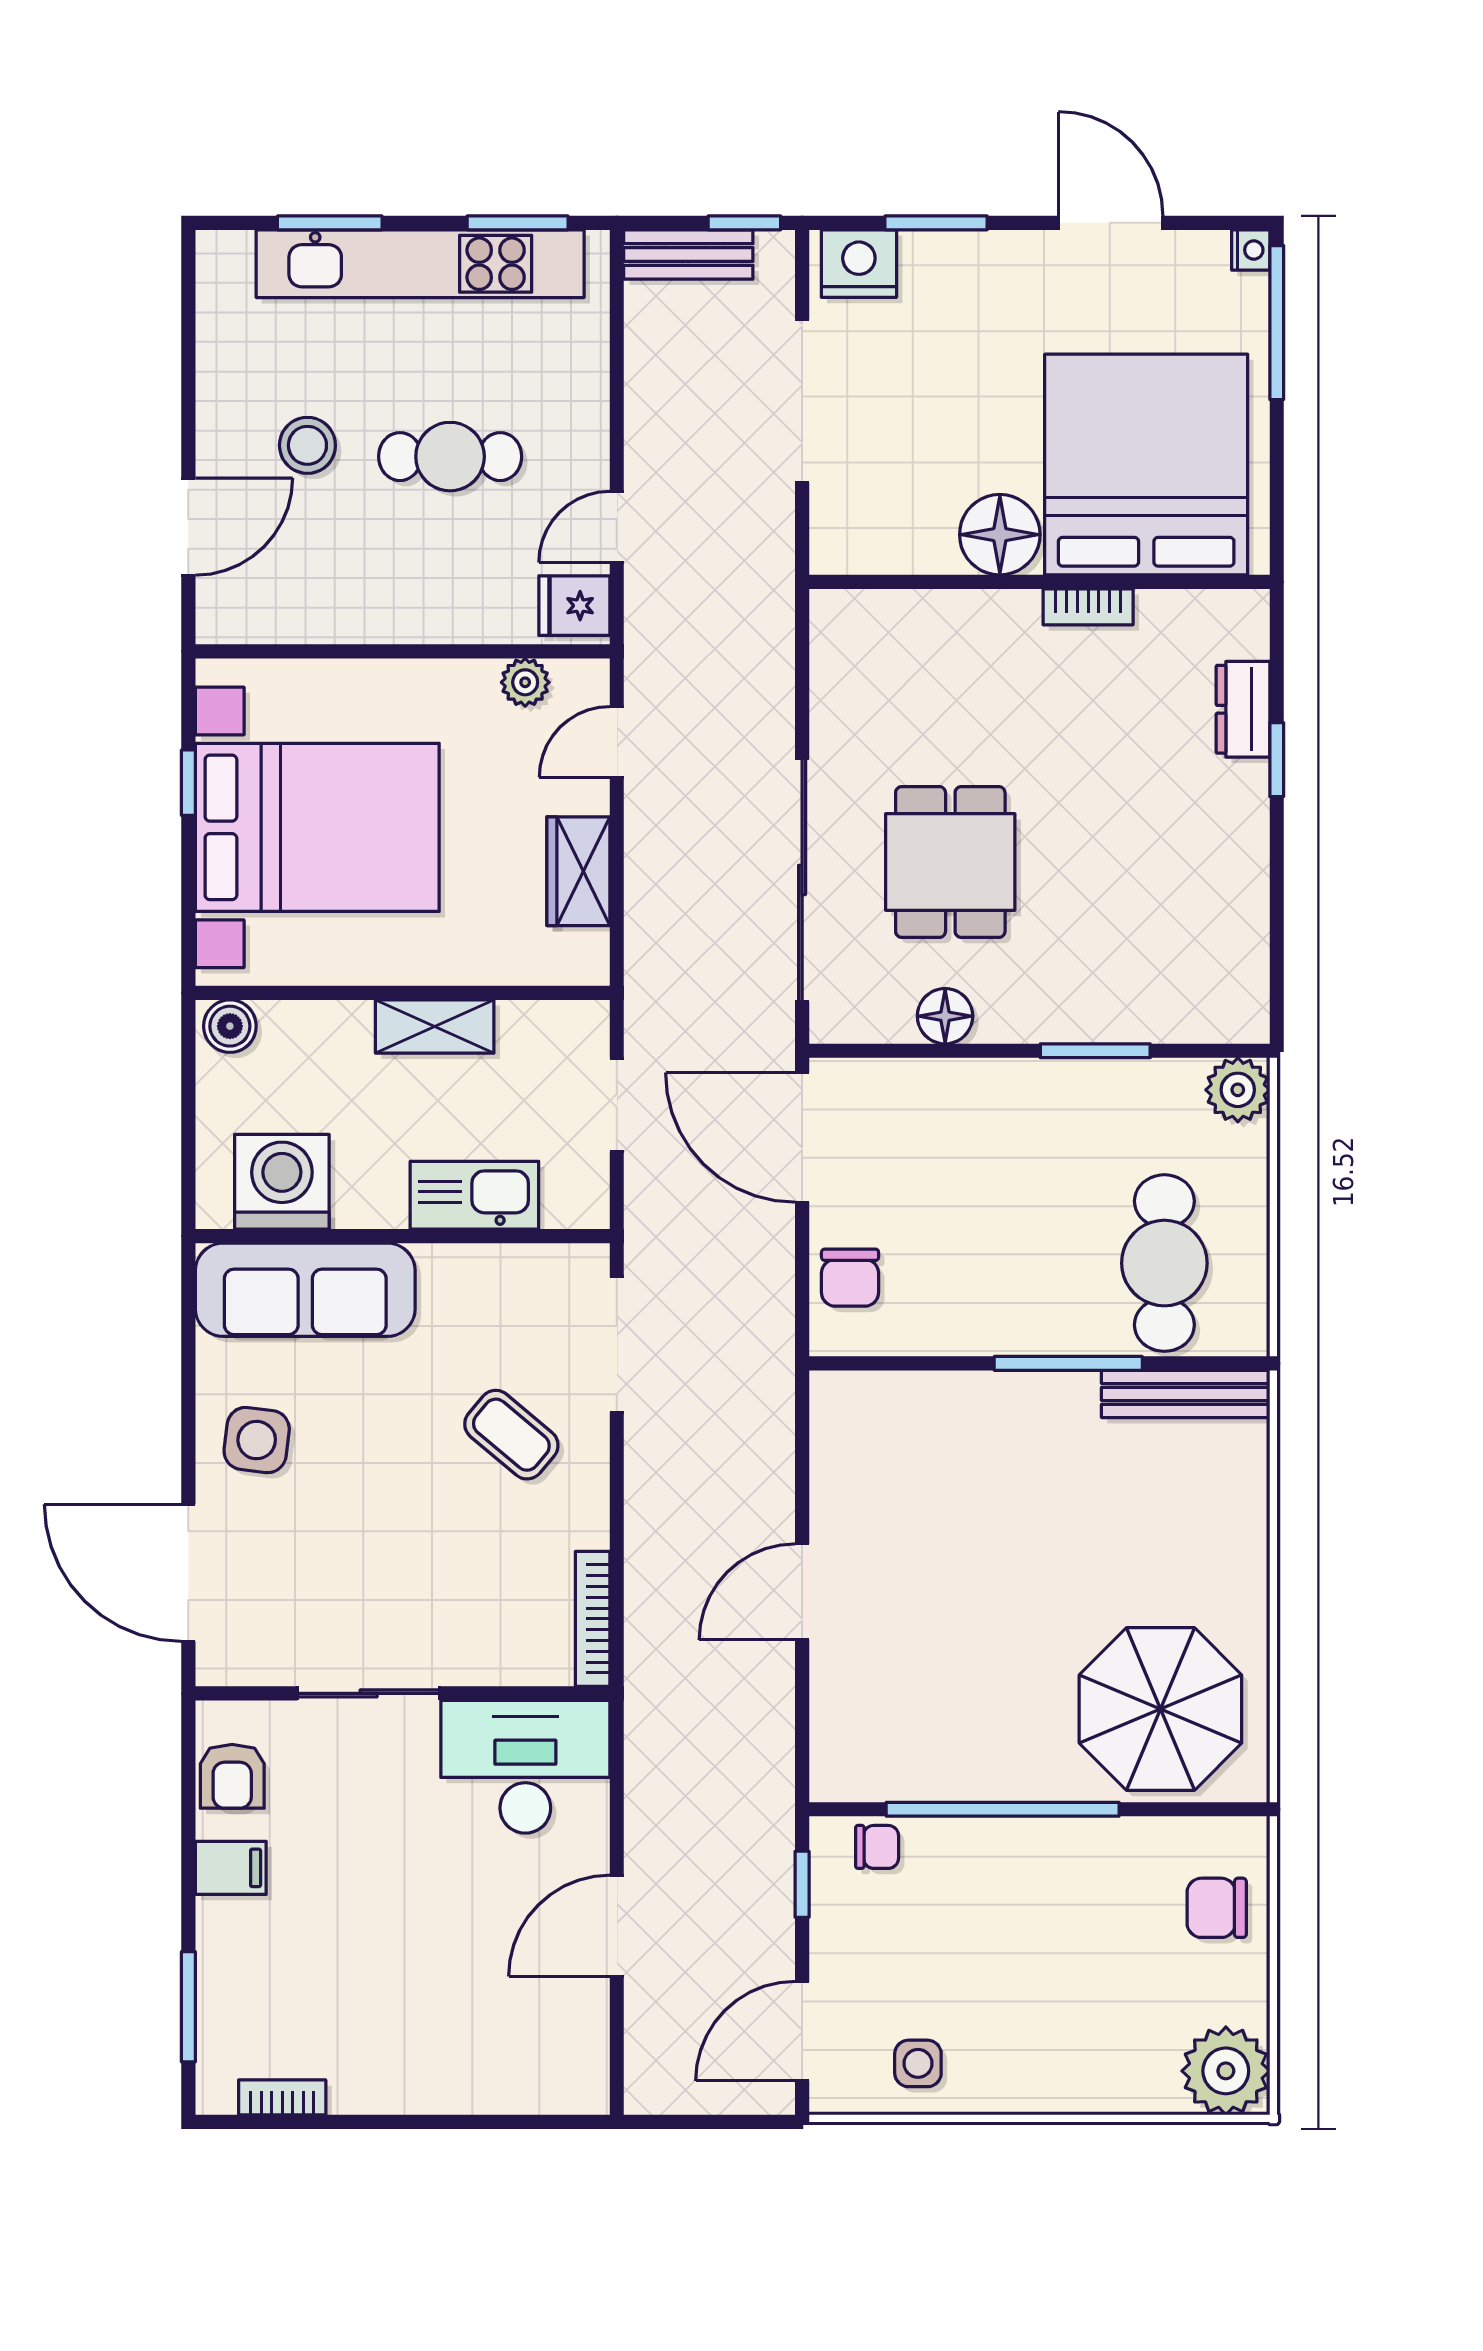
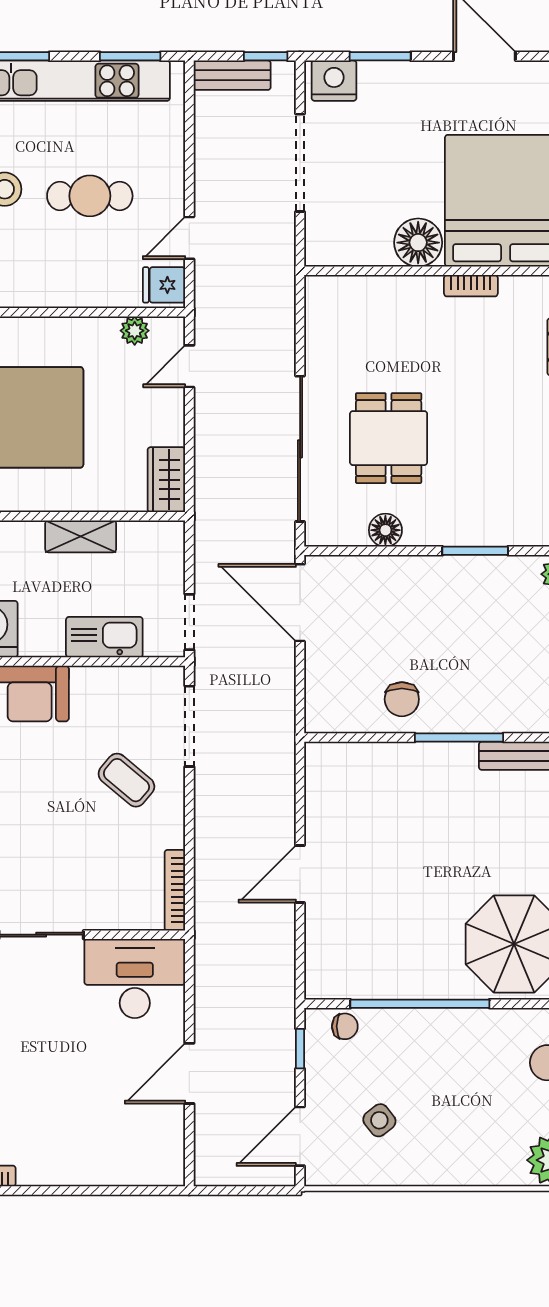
wardrobe: (578, 871) -> (166, 480), moved
doorway: (617, 1105) -> (189, 622), moved
cafe table: (1164, 1263) -> (516, 678), removed
chair: (850, 1278) -> (402, 699), moved
side table: (918, 2063) -> (379, 1120), moved, turned -38

